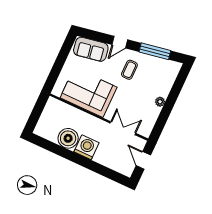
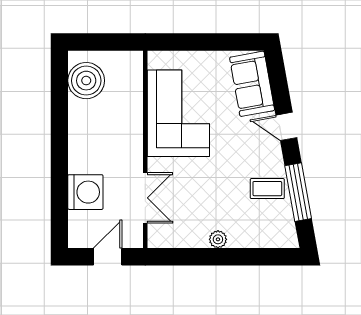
coffee table: (129, 70) -> (267, 189), moved
boiler: (68, 138) -> (86, 81), moved
washing machine: (86, 147) -> (85, 192), moved

